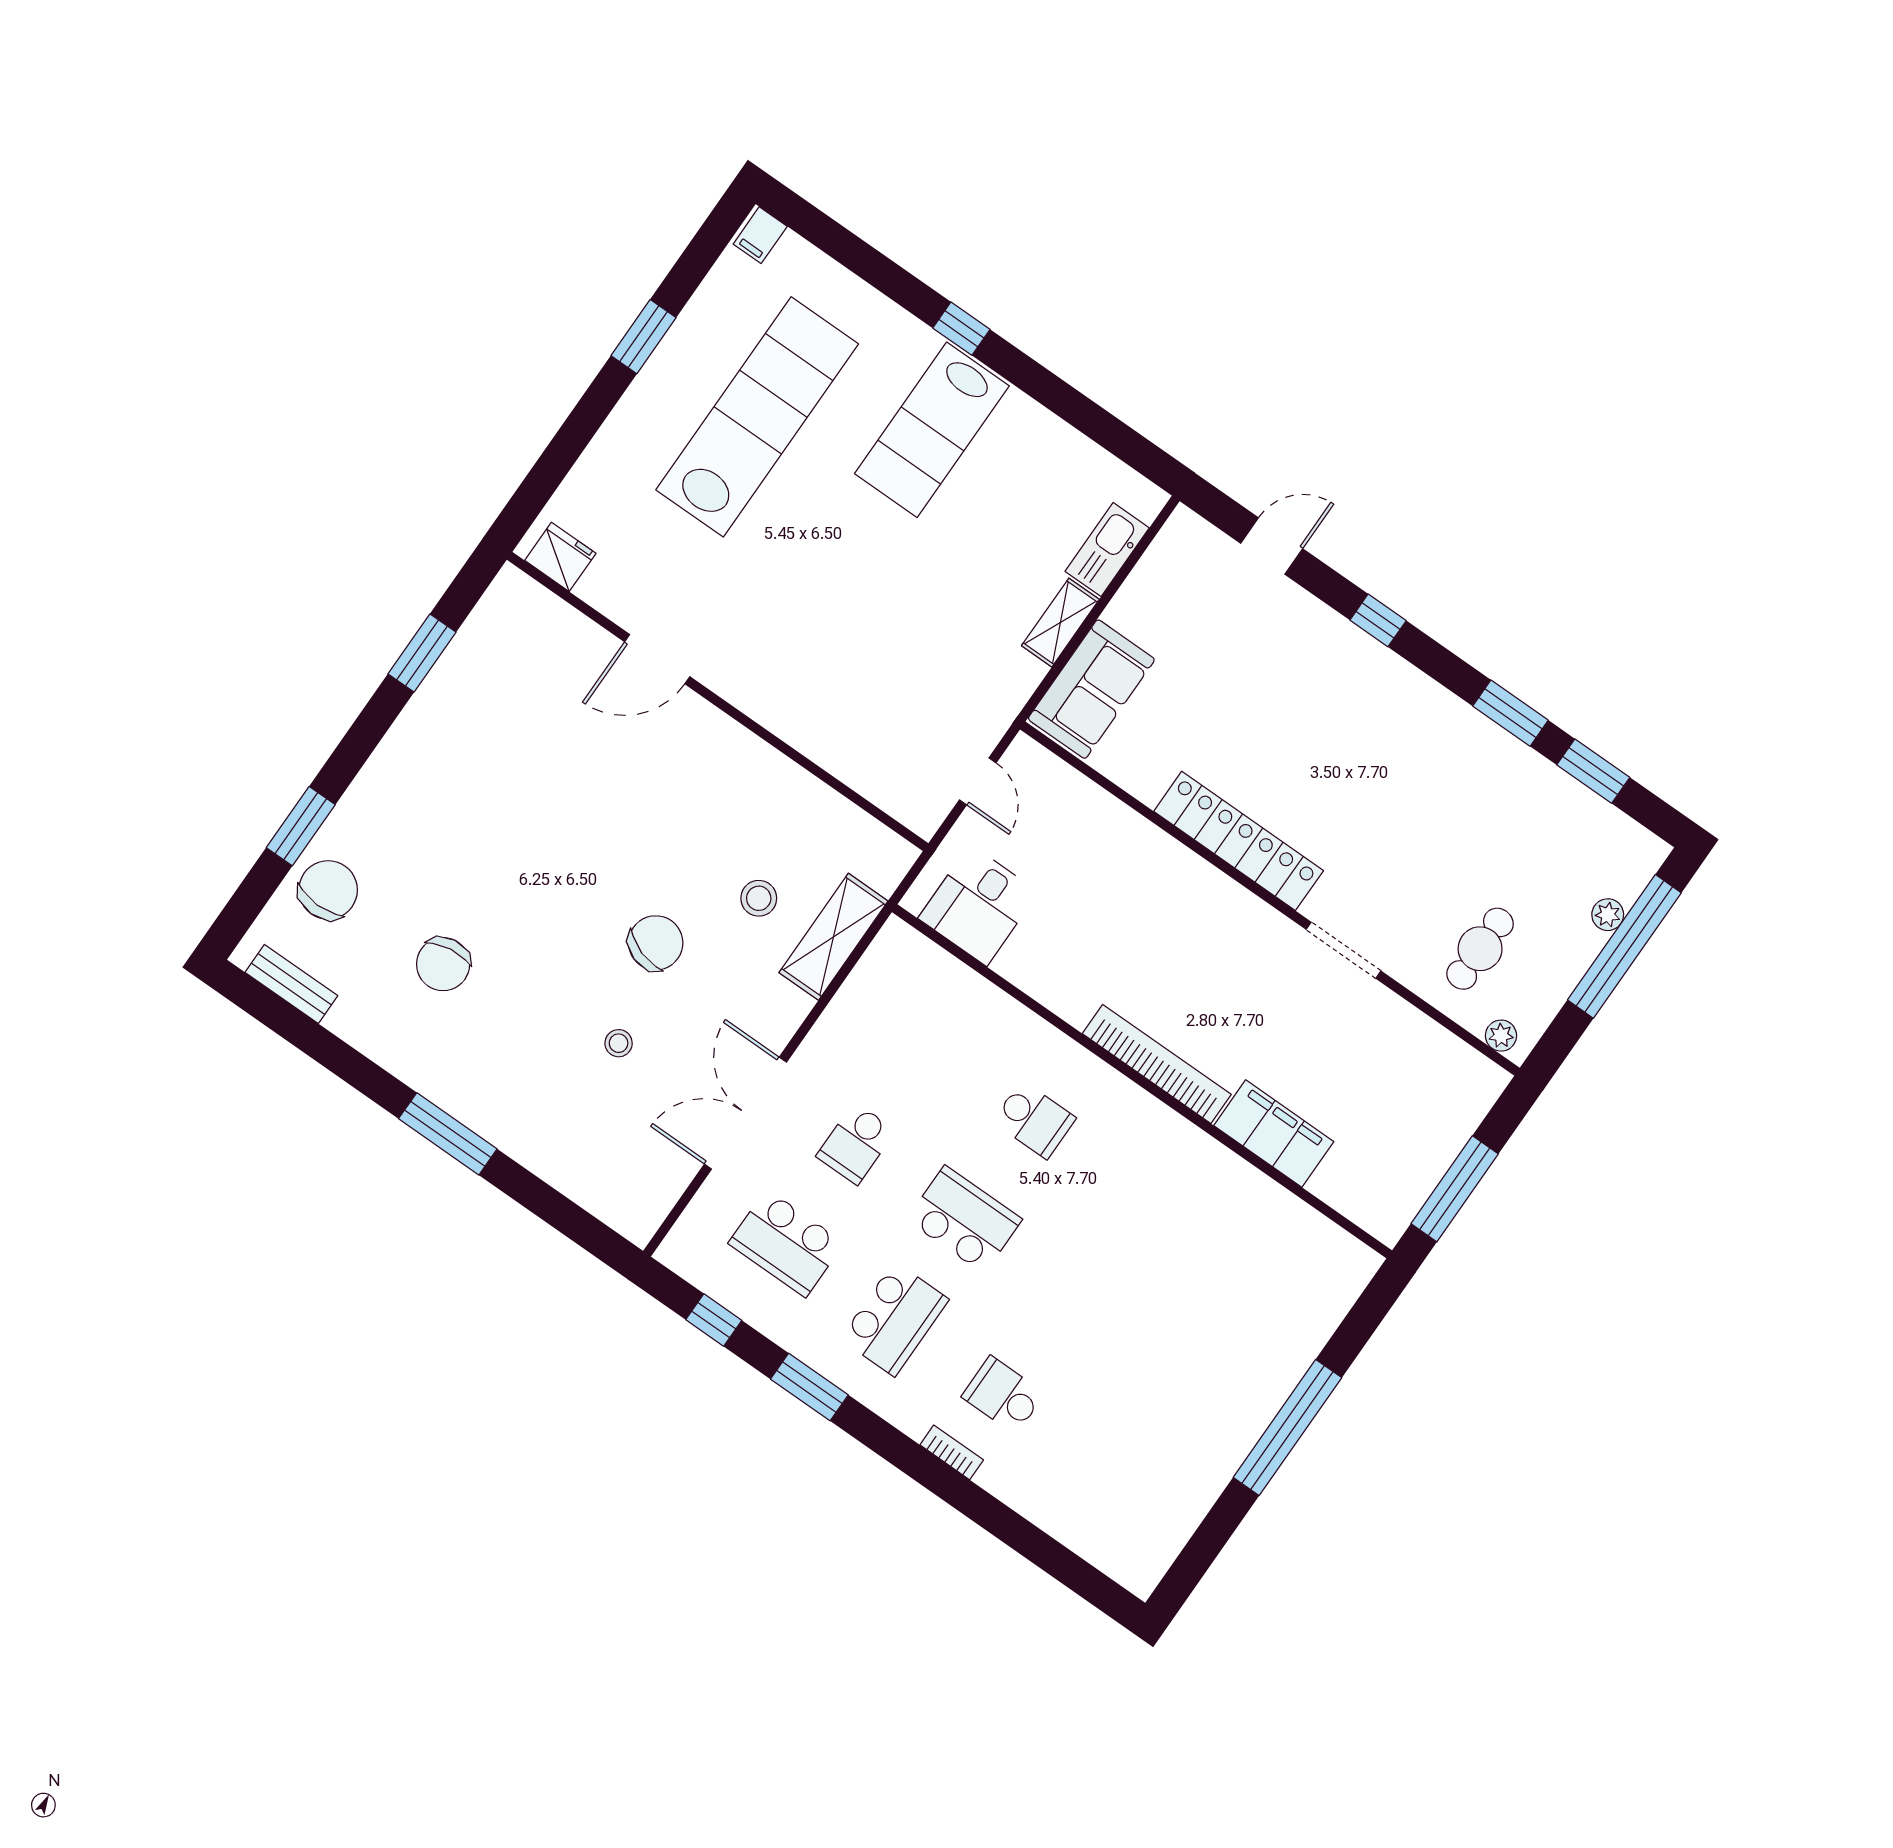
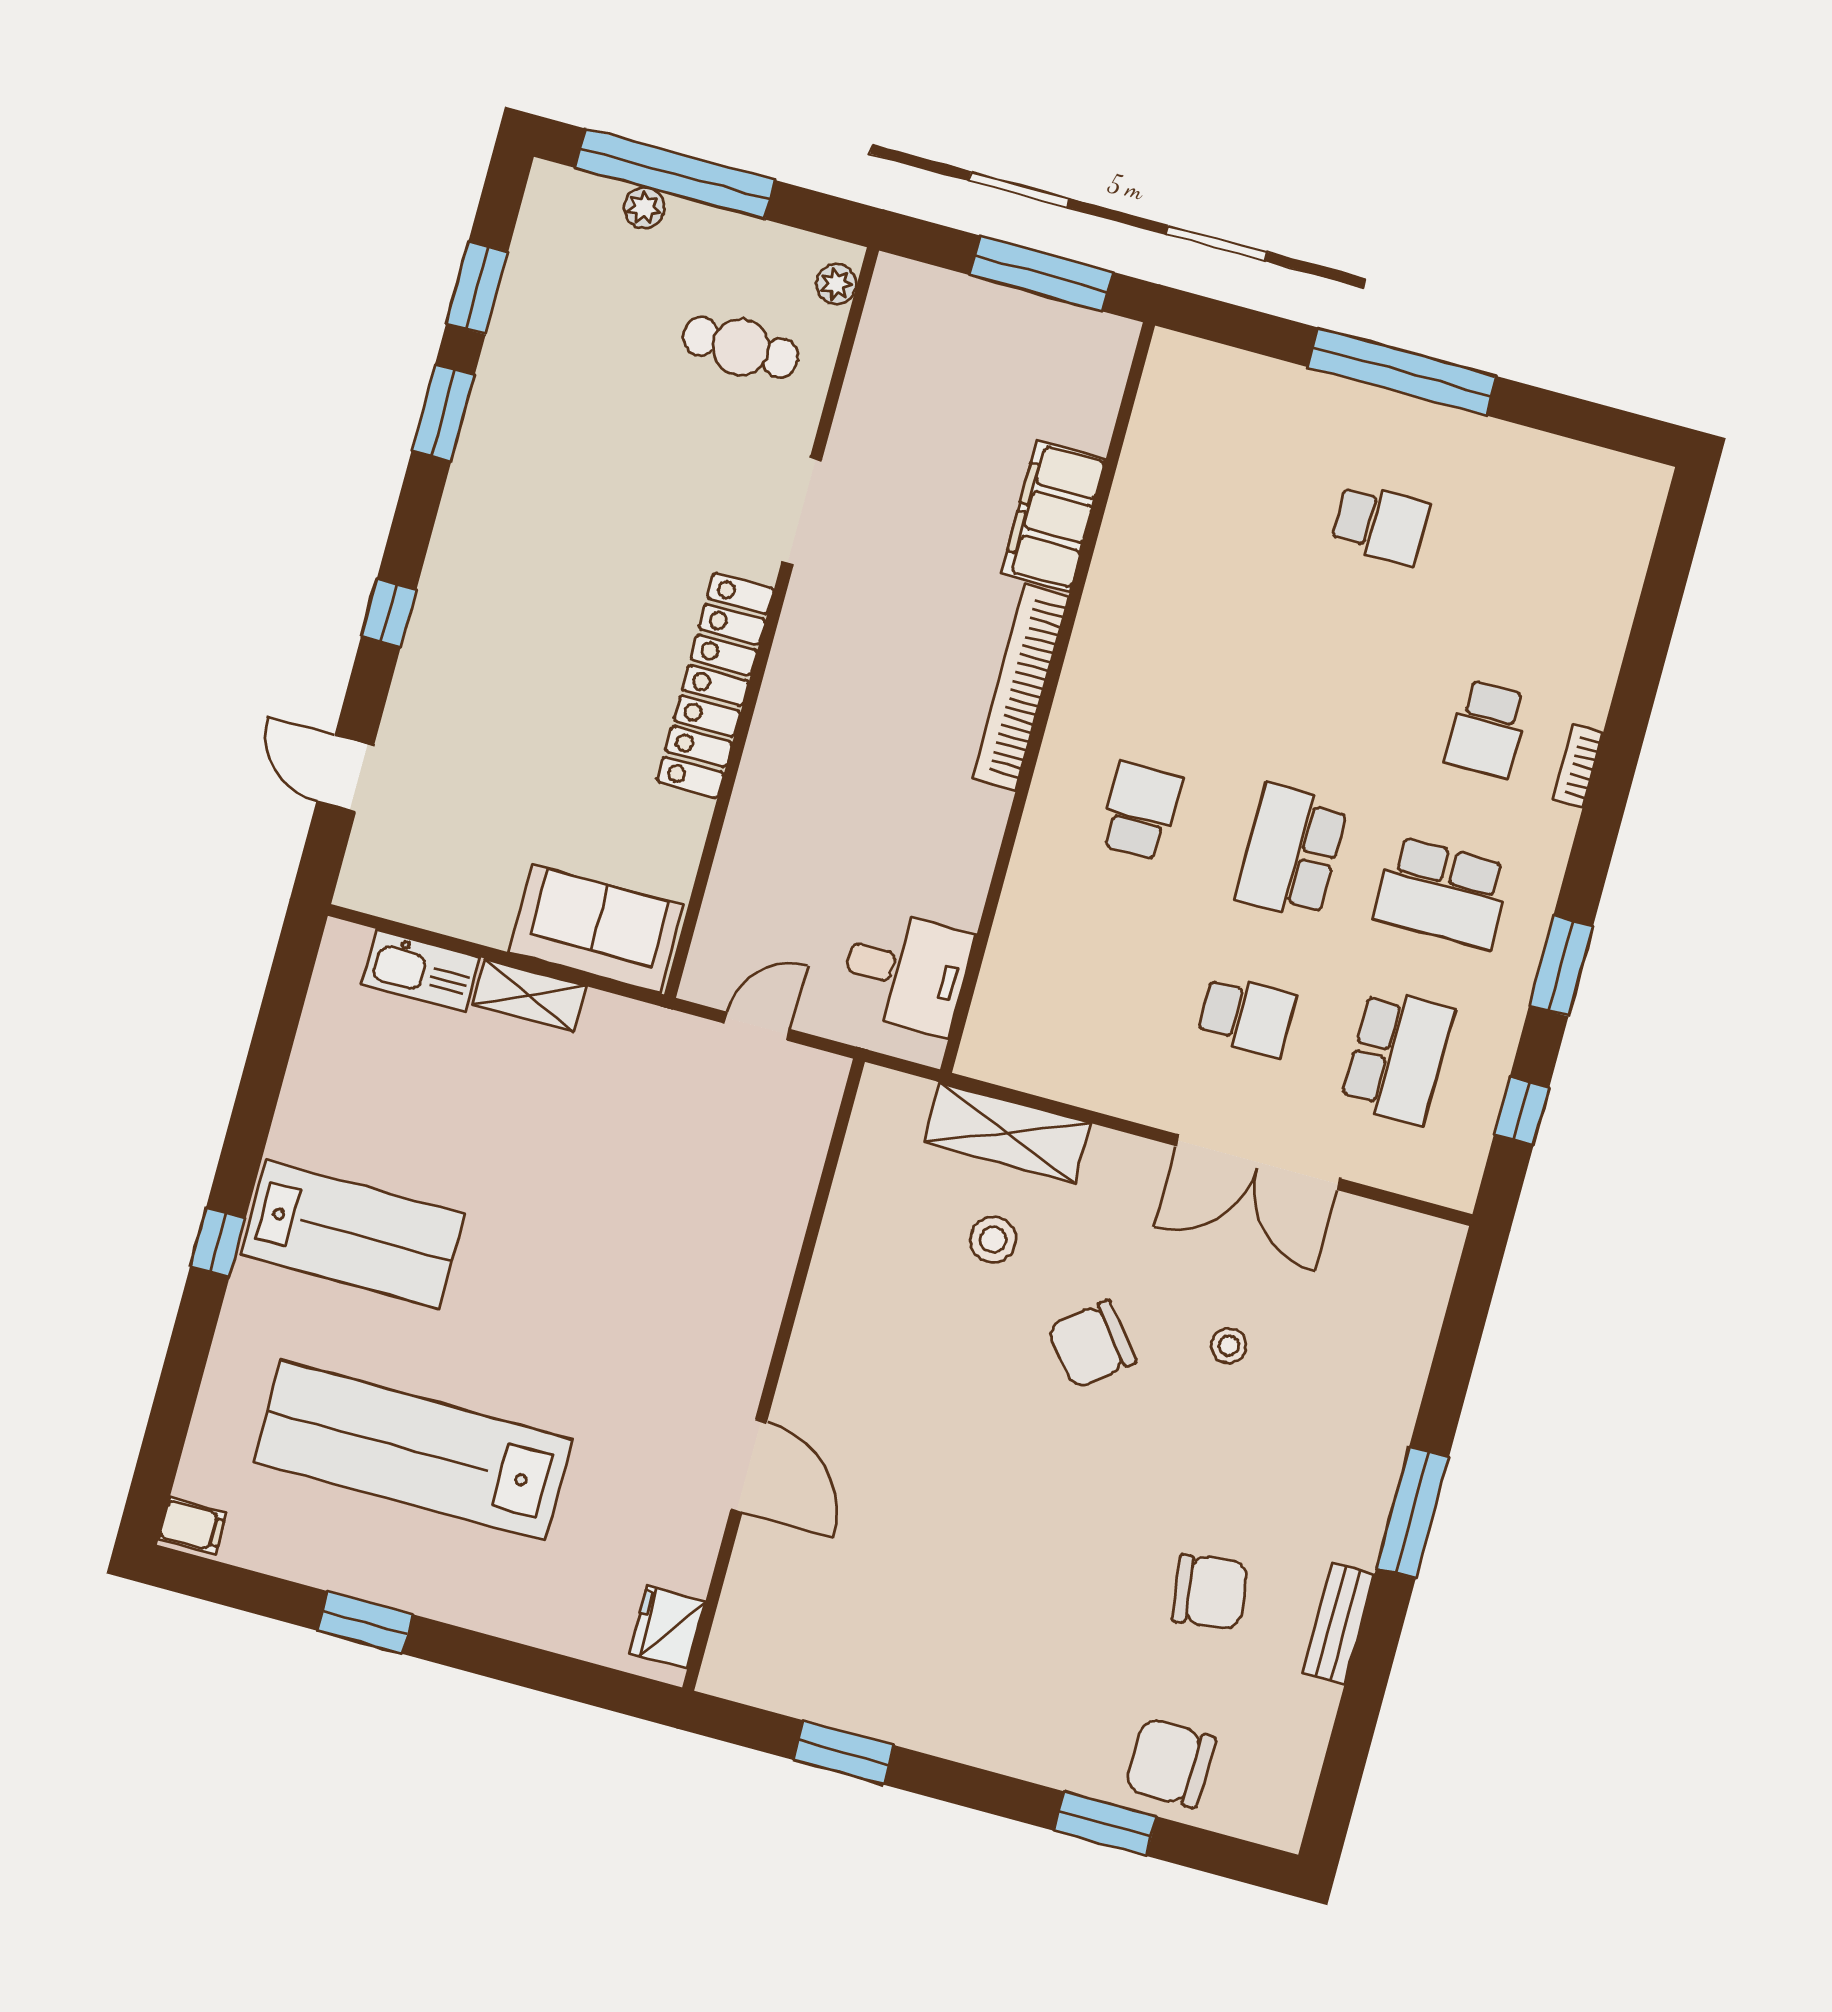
chair: (656, 943) -> (1092, 1344), turned -57
bench: (291, 984) -> (1339, 1623), moved
school desk: (895, 1319) -> (1442, 893), turned 180
school desk: (1181, 1371) -> (1380, 524), added

